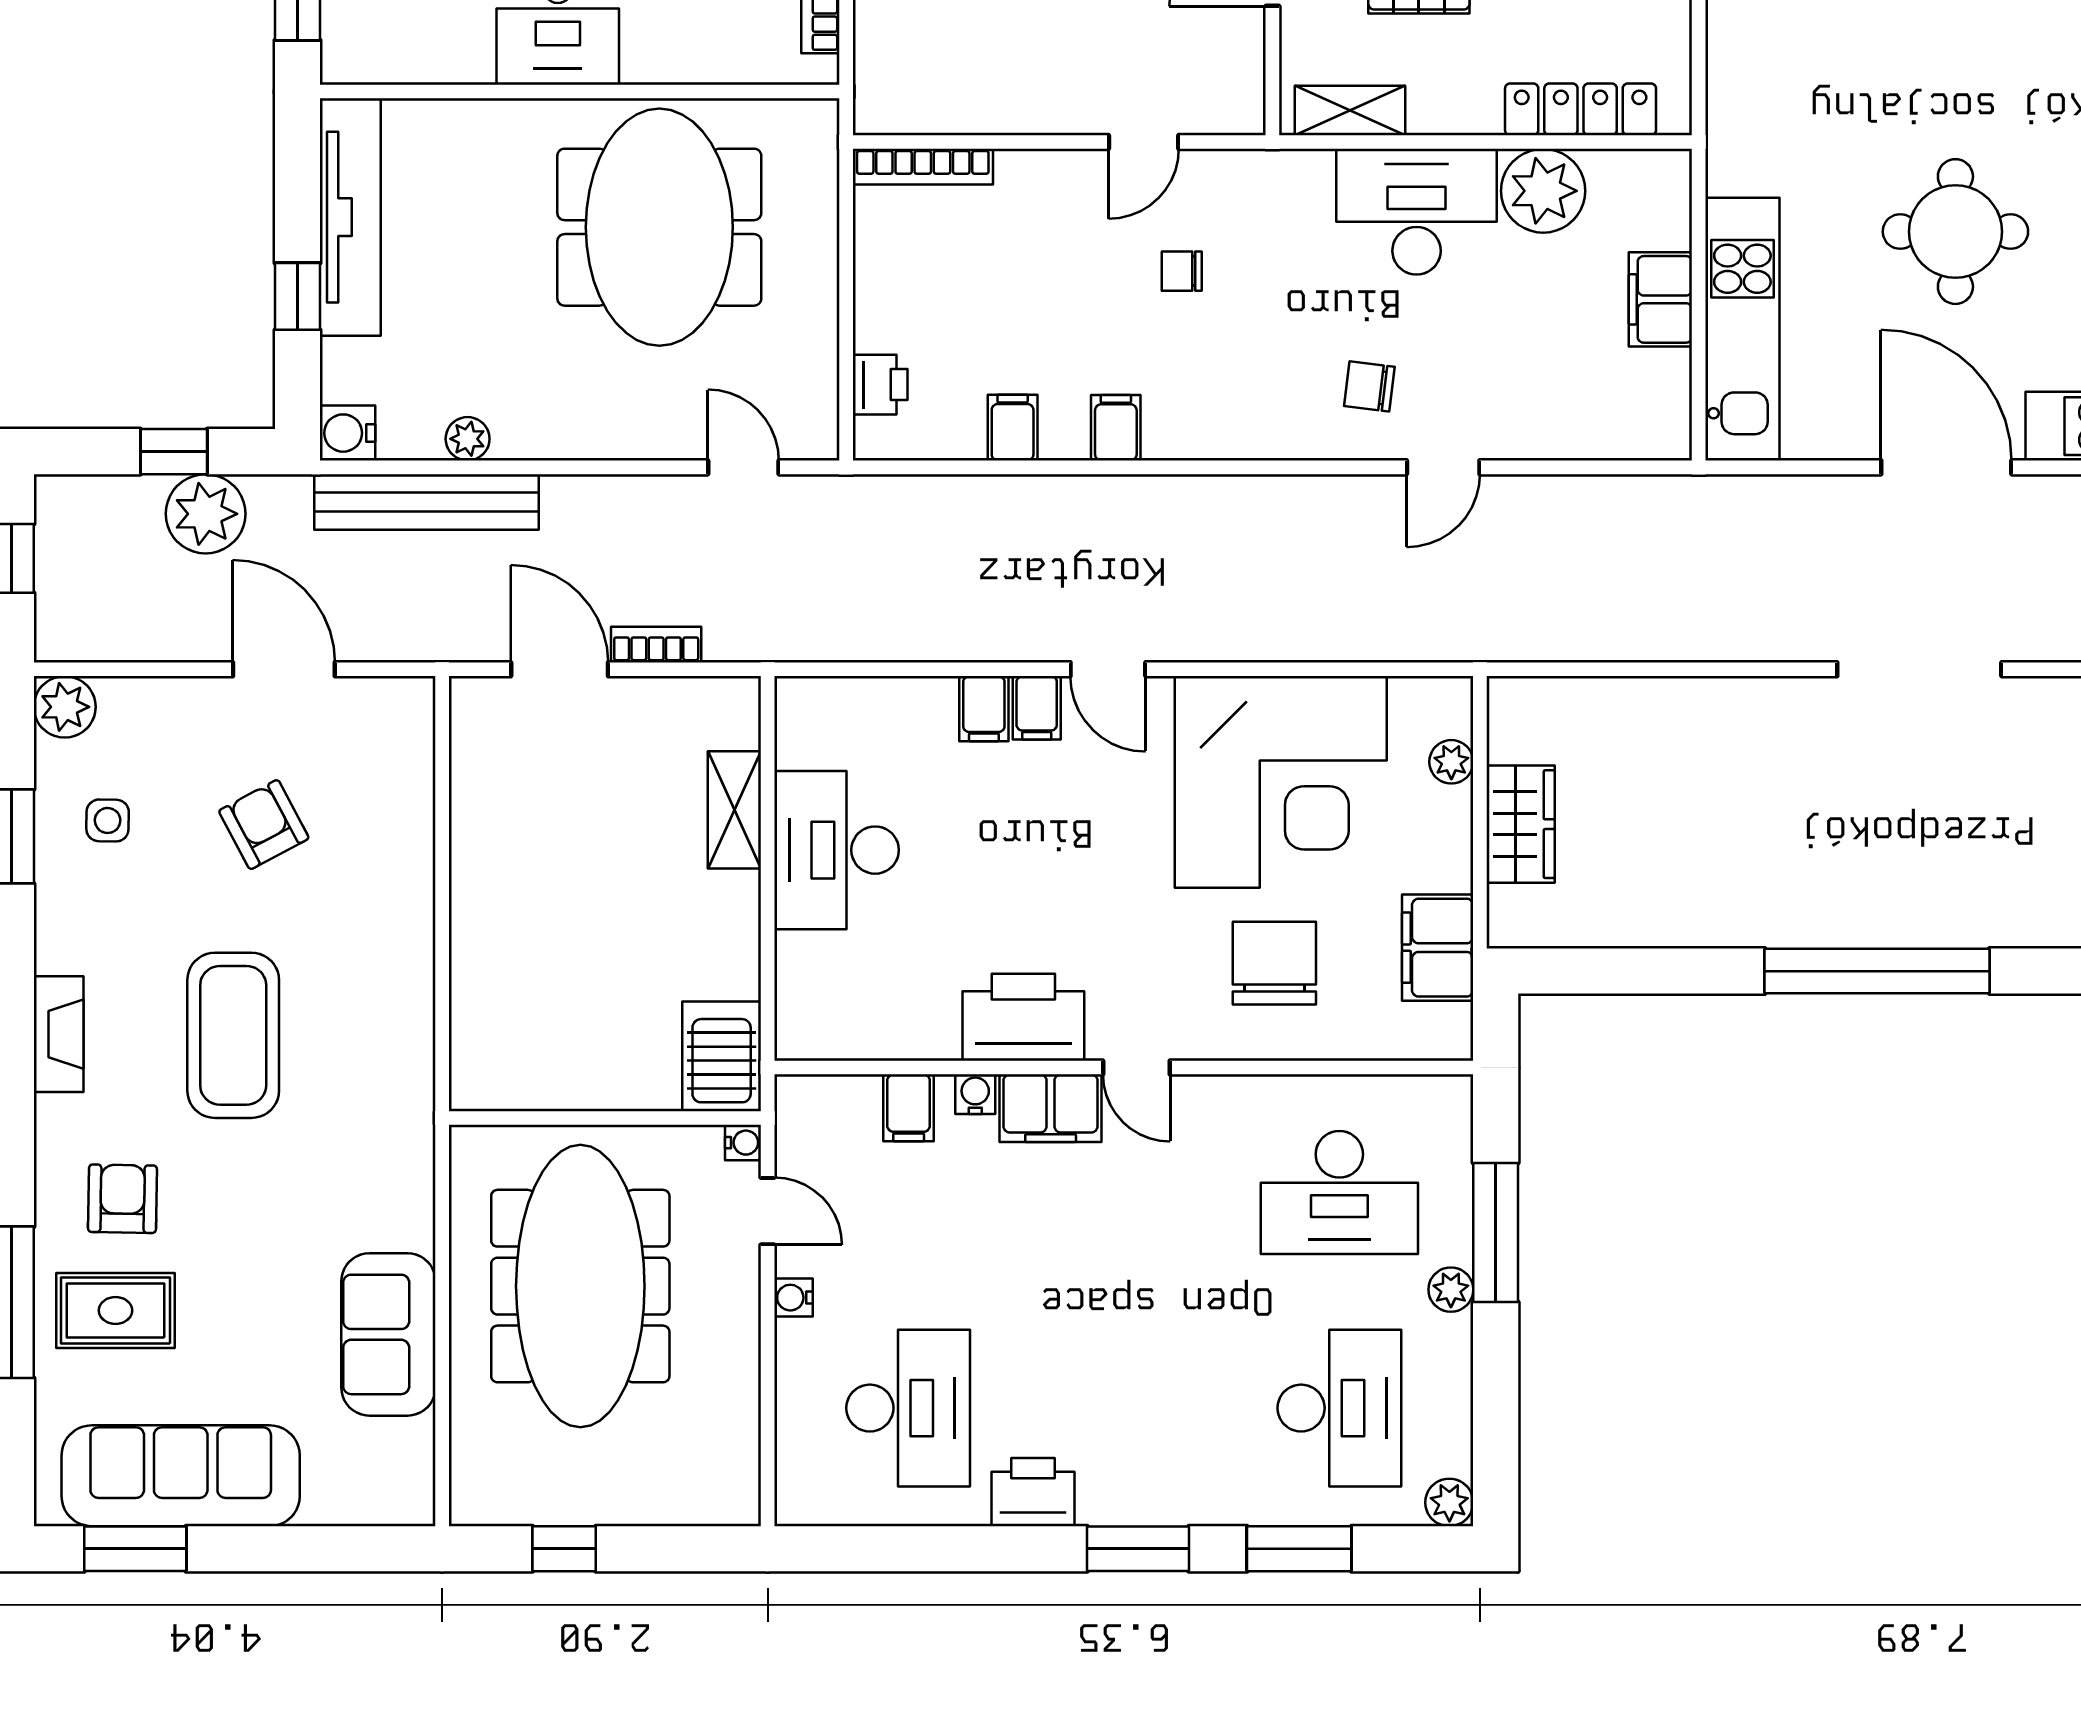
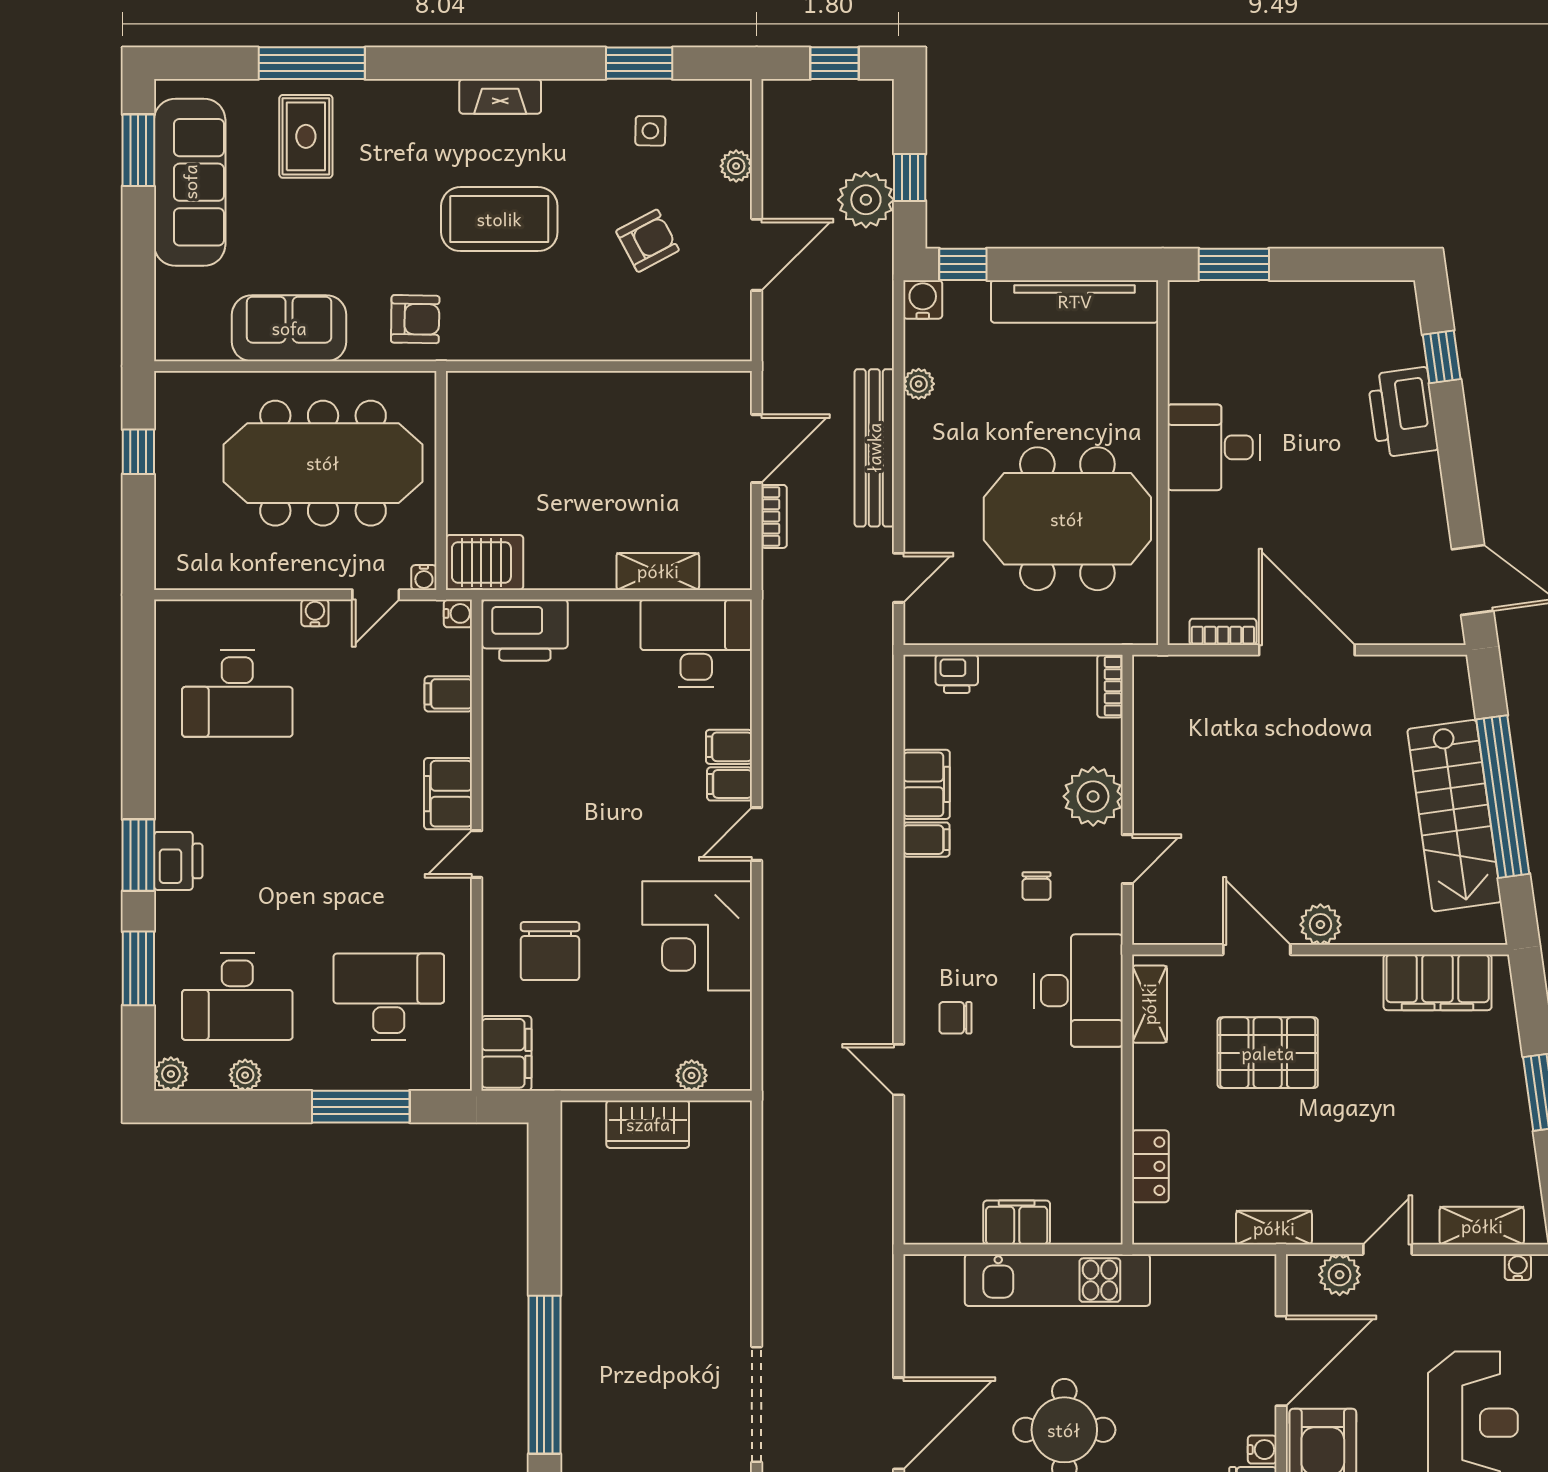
locker: (1581, 109) -> (1150, 1166), width x0.66
door: (1144, 142) -> (1127, 859), swing flipped
bookcase: (923, 167) -> (1110, 686), width x0.64
plant: (1543, 191) -> (1093, 796), moved
desk: (1417, 212) -> (1078, 991), moved
chair: (1182, 271) -> (1037, 886), turned 180
window: (297, 296) -> (963, 264), moved
kitchen unit: (1742, 329) -> (1057, 1280), moved
chair: (1369, 386) -> (955, 1018), turned -97
filing cabinet: (1013, 428) -> (927, 784), width x2.00
bench: (427, 502) -> (874, 448), moved
plant: (65, 707) -> (736, 166), moved, width x0.73, depth x0.73
corner desk: (1281, 782) -> (697, 936), width x0.74, depth x0.74
desk: (837, 850) -> (696, 643), moved
filing cabinet: (1438, 948) -> (506, 1053), moved, turned 90
chair: (1274, 963) -> (550, 951), turned 90
printer: (1023, 1017) -> (525, 630), moved, turned 90
water cooler: (975, 1094) -> (458, 613), moved
desk: (1339, 1193) -> (389, 997), turned 90
armchair: (122, 1199) -> (415, 319), moved
plant: (1451, 1290) -> (245, 1075), moved
printer: (1033, 1492) -> (178, 861), moved

